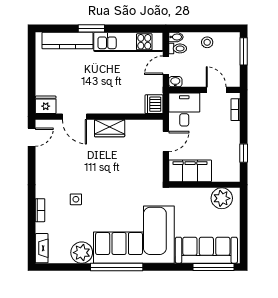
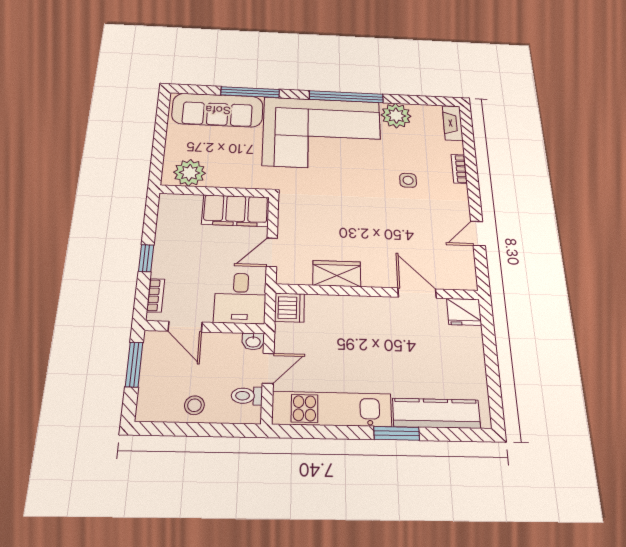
bidet: (176, 37) -> (249, 416), removed
window: (244, 51) -> (134, 364), moved
wardrobe: (110, 128) -> (337, 274), moved
door: (32, 137) -> (478, 233), moved
window: (244, 153) -> (146, 258), moved
window: (213, 267) -> (250, 92), moved

